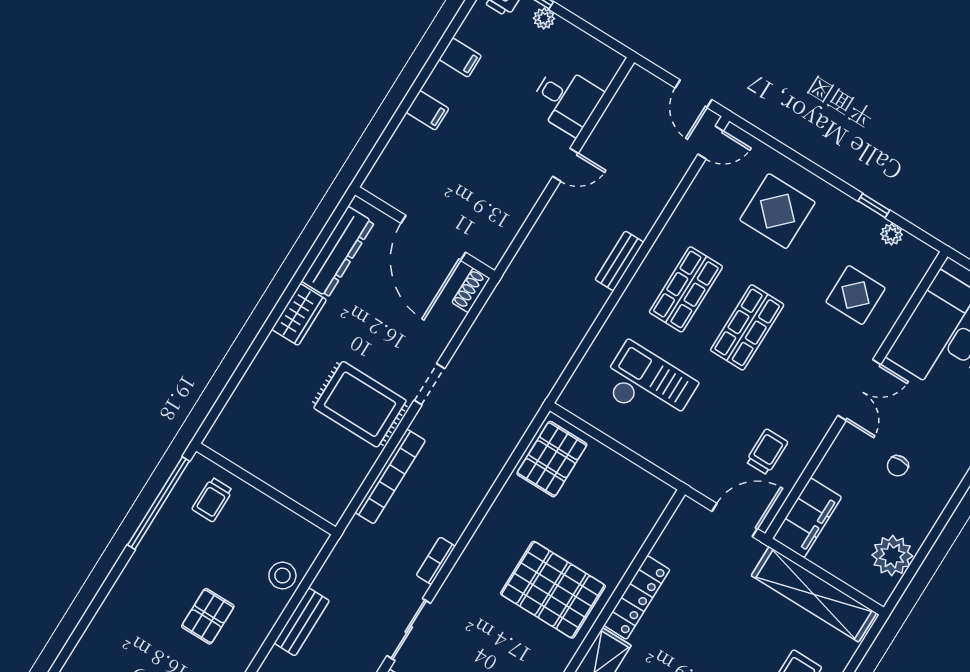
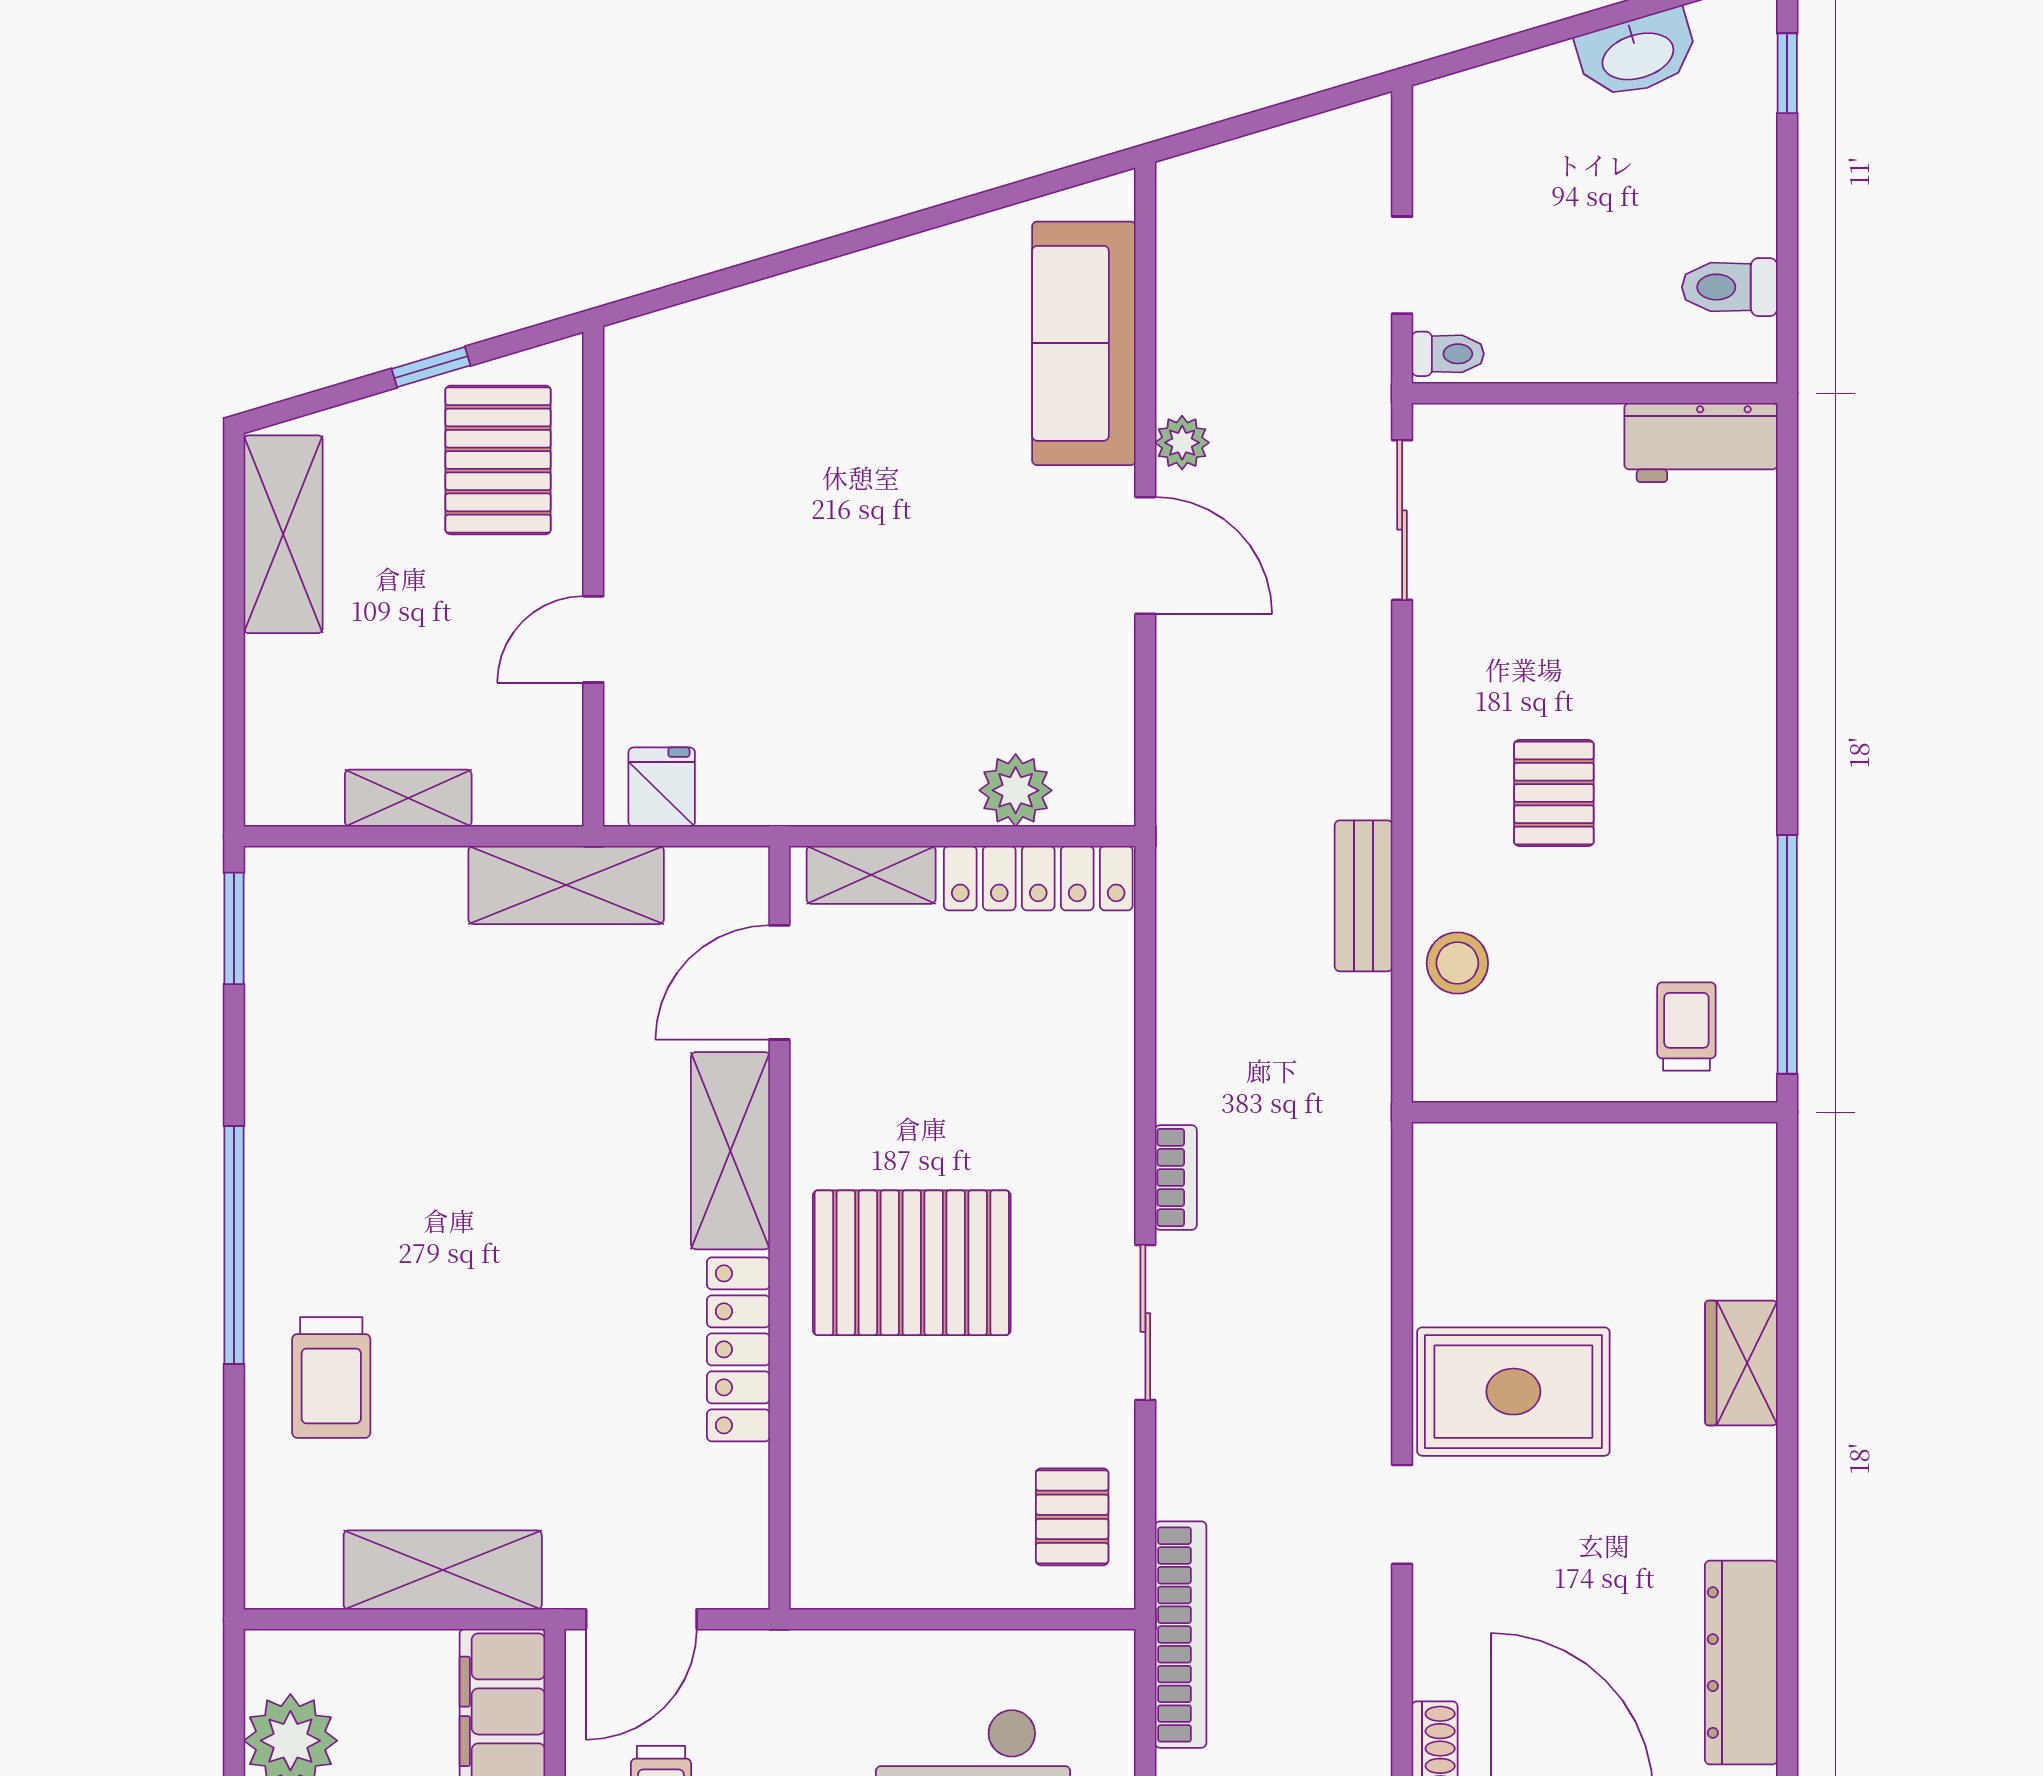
wardrobe: (299, 314) -> (1741, 1363), moved
pallet: (552, 459) -> (1072, 1517), width x0.67, depth x0.71
bookcase: (390, 477) -> (1181, 1635), moved, turned 180
shelving: (814, 594) -> (443, 1570), width x0.68
sliding door: (409, 630) -> (1145, 1322), moved

